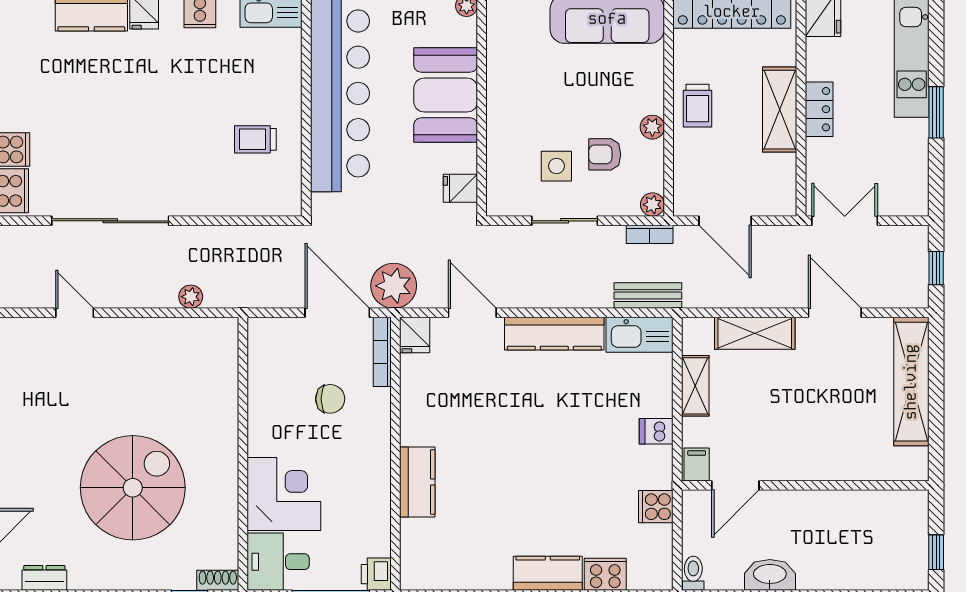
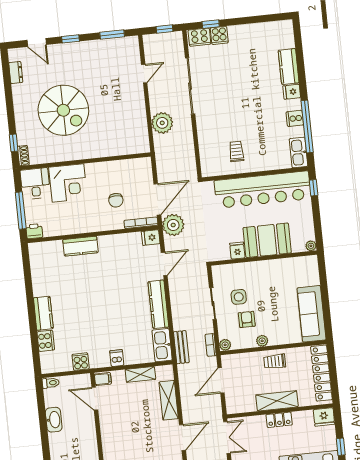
fridge: (460, 188) -> (237, 251), moved
plant: (191, 297) -> (162, 123), width x1.88, depth x1.88

